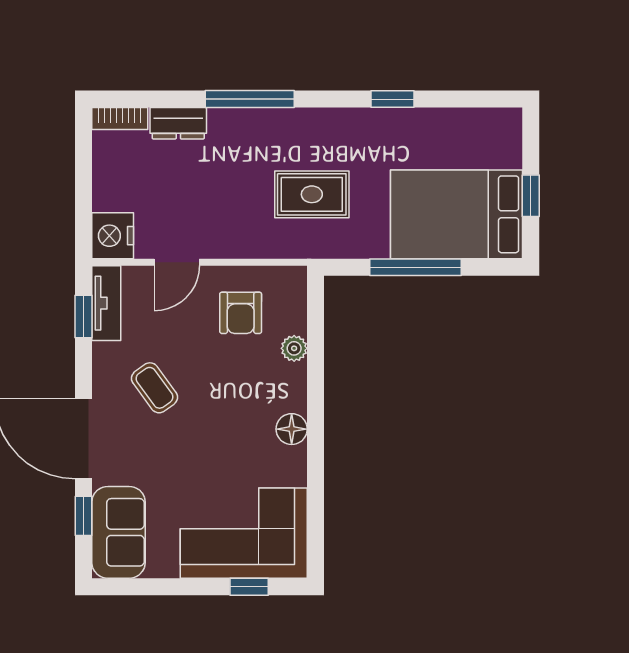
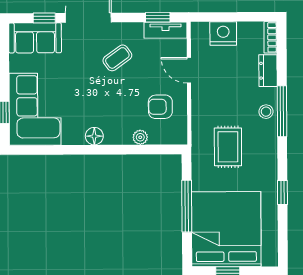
stool: (250, 127) -> (266, 112), added
bed: (456, 214) -> (226, 229), width x1.36
nightstand: (113, 236) -> (223, 34), moved

